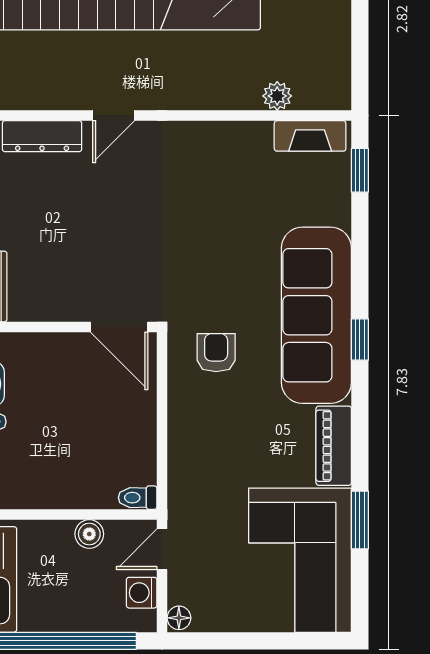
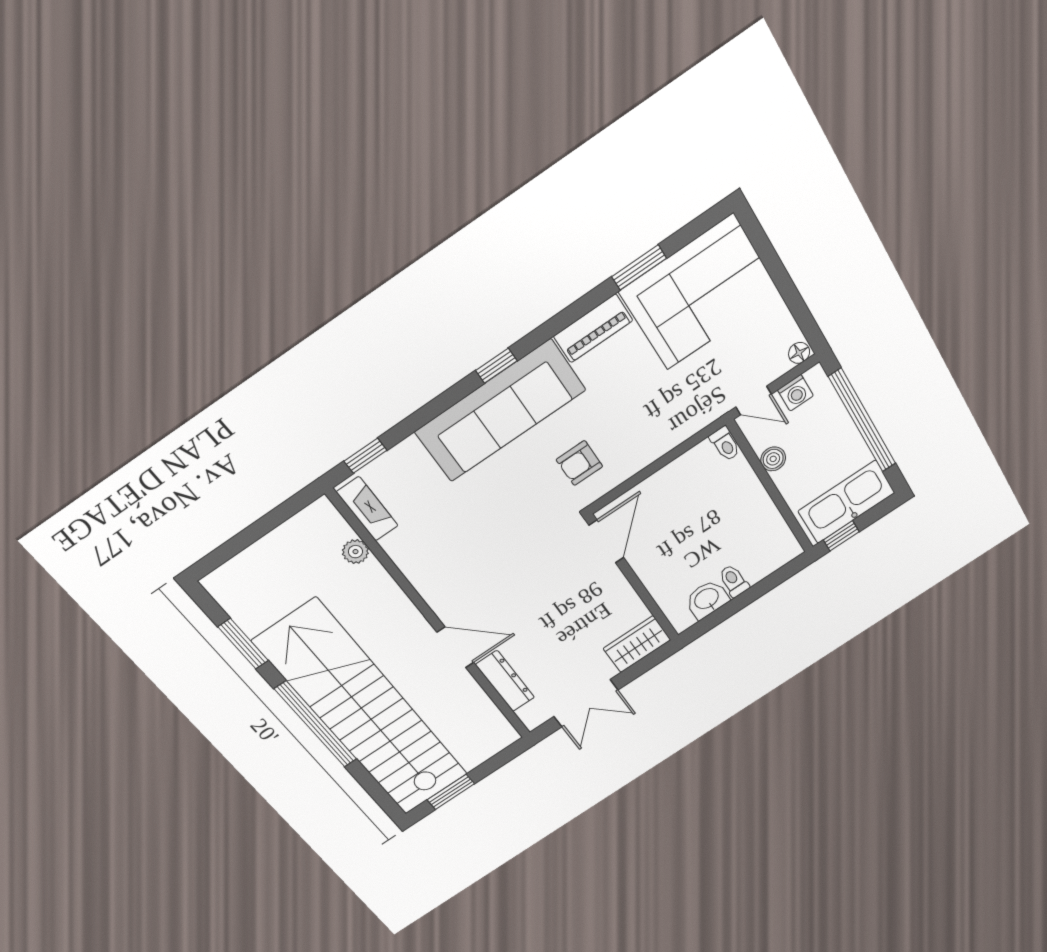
door: (114, 115) -> (455, 647), width x1.38

